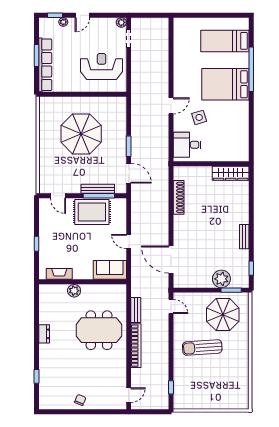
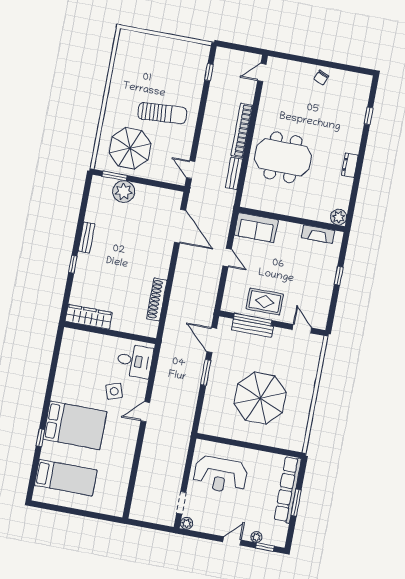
window: (251, 69) -> (40, 438), width x0.32
rug: (92, 212) -> (265, 301), width x0.73, depth x0.70
window: (251, 268) -> (73, 264), moved
plant: (74, 291) -> (339, 217), moved

